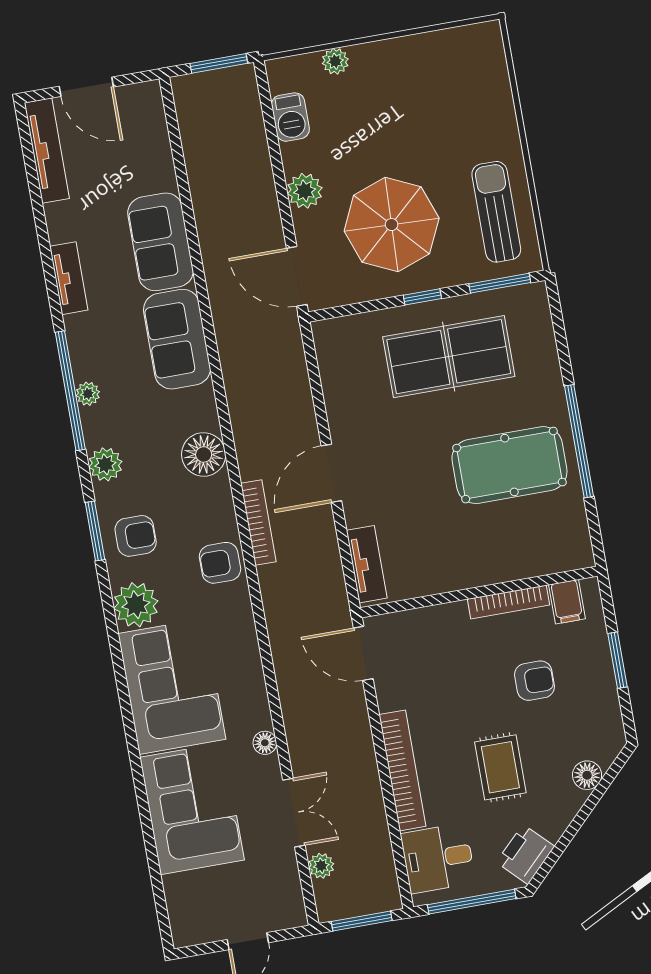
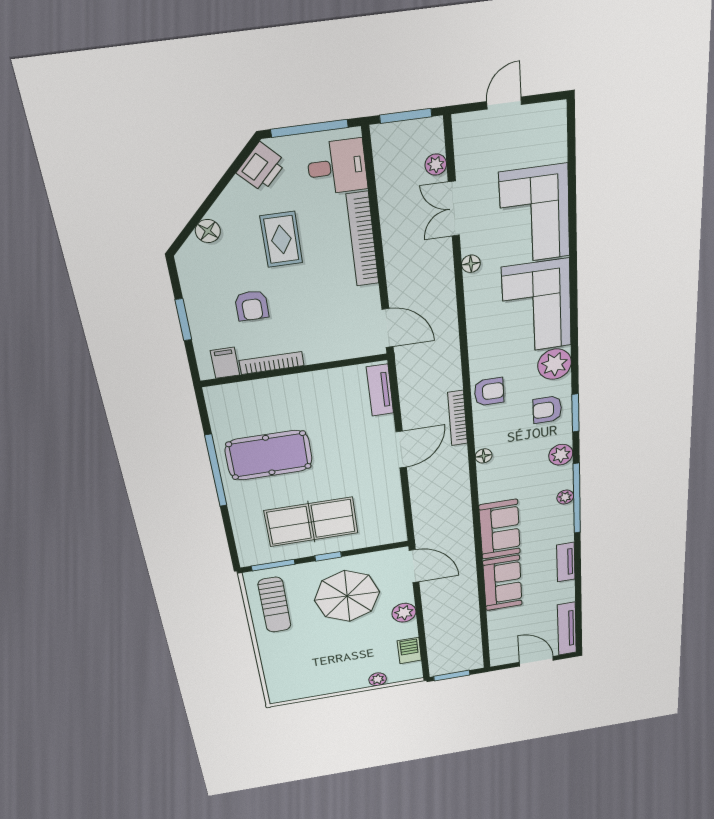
floor lamp: (204, 454) -> (484, 456), width x0.53, depth x0.53
armchair: (535, 681) -> (252, 306), turned -90

